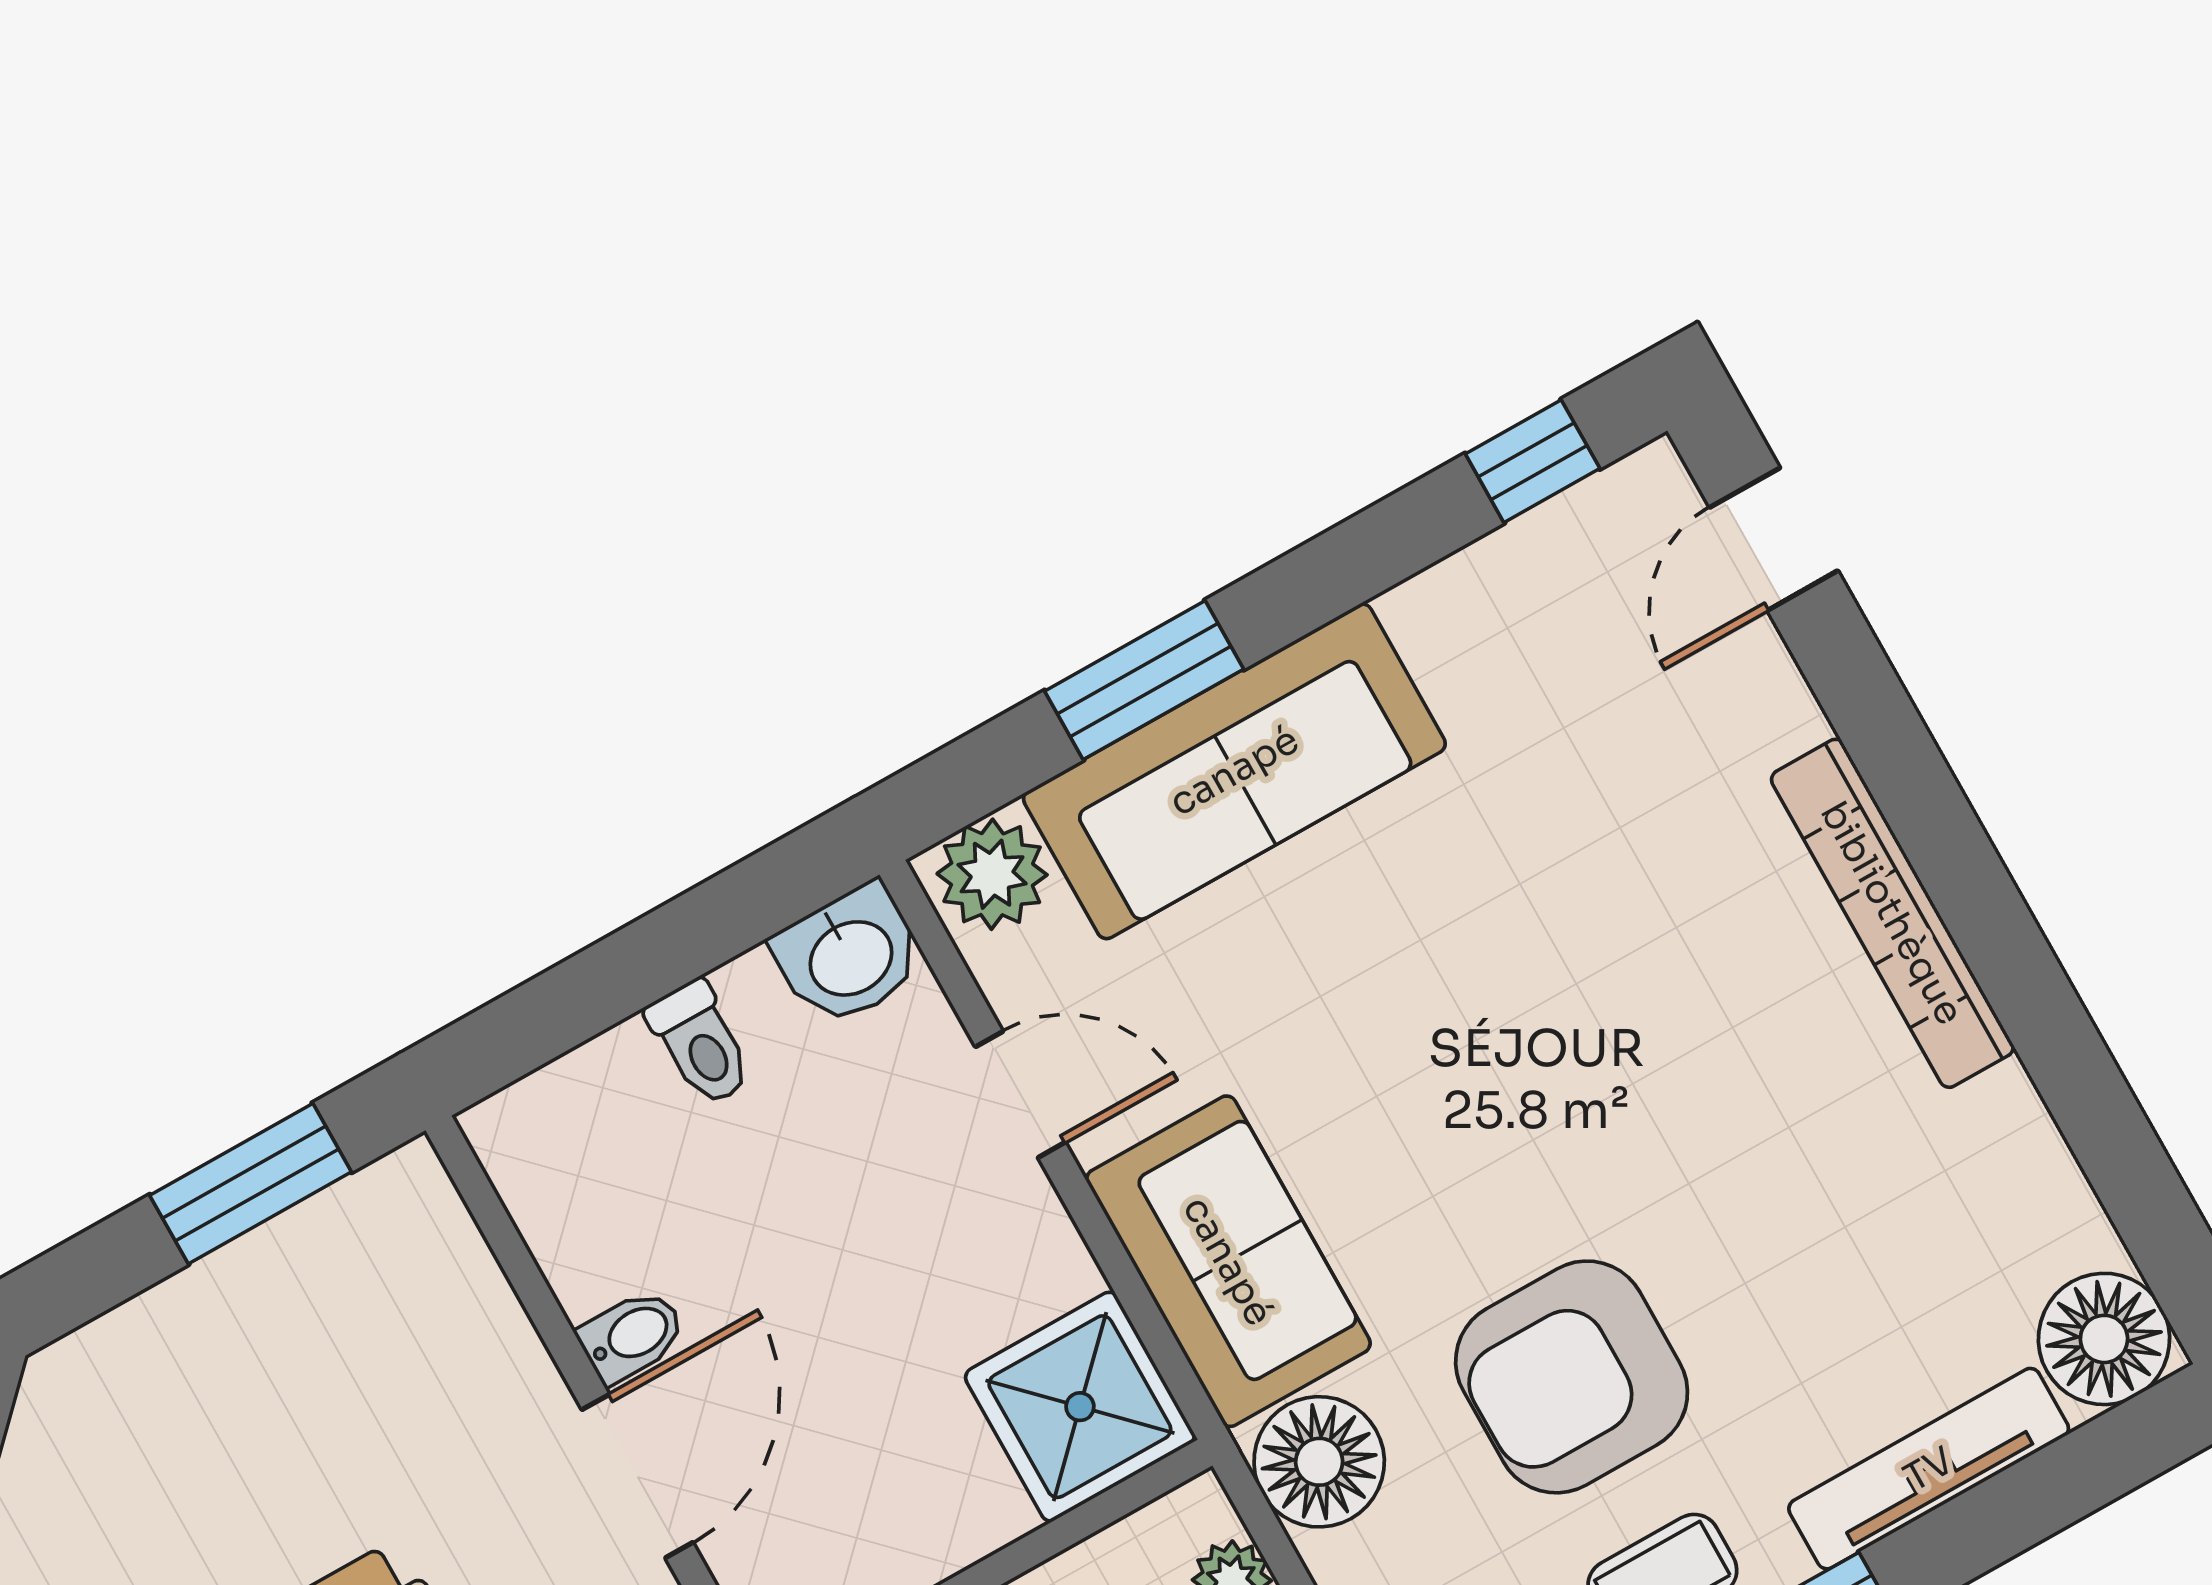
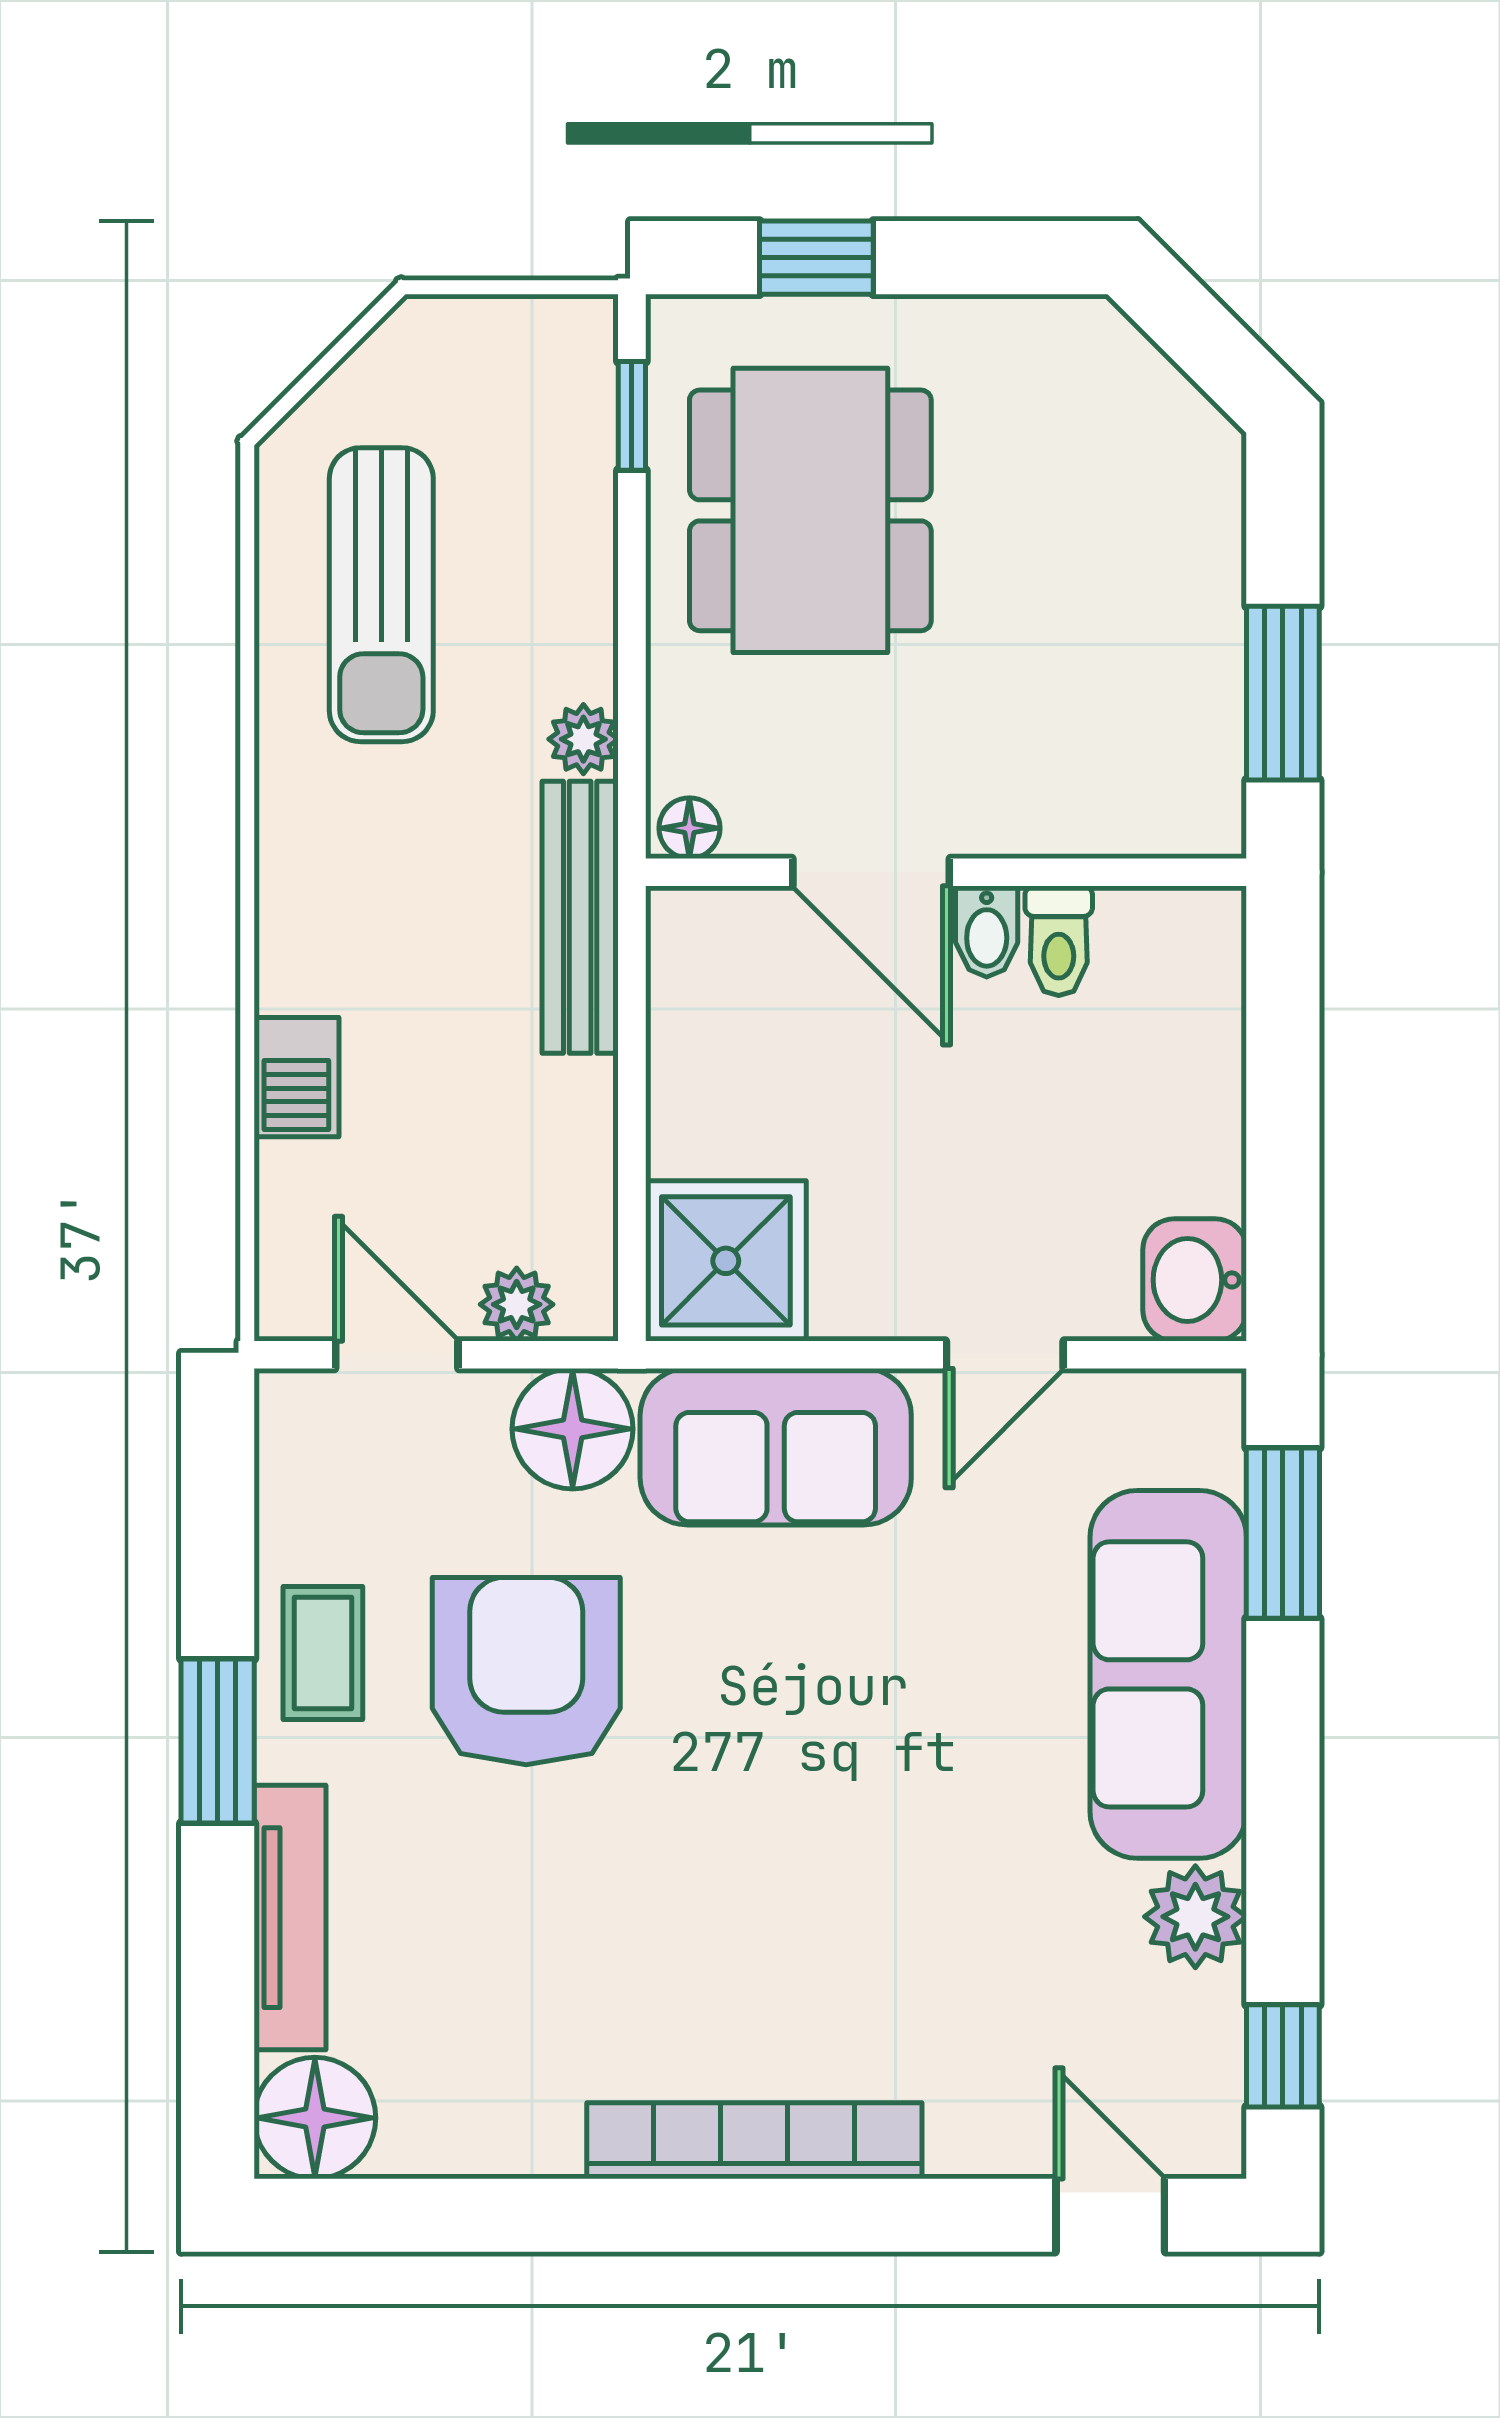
window: (1144, 680) -> (1283, 1533), moved
plant: (992, 874) -> (1195, 1917), moved
toilet: (700, 1043) -> (1059, 941), moved, turned -90

